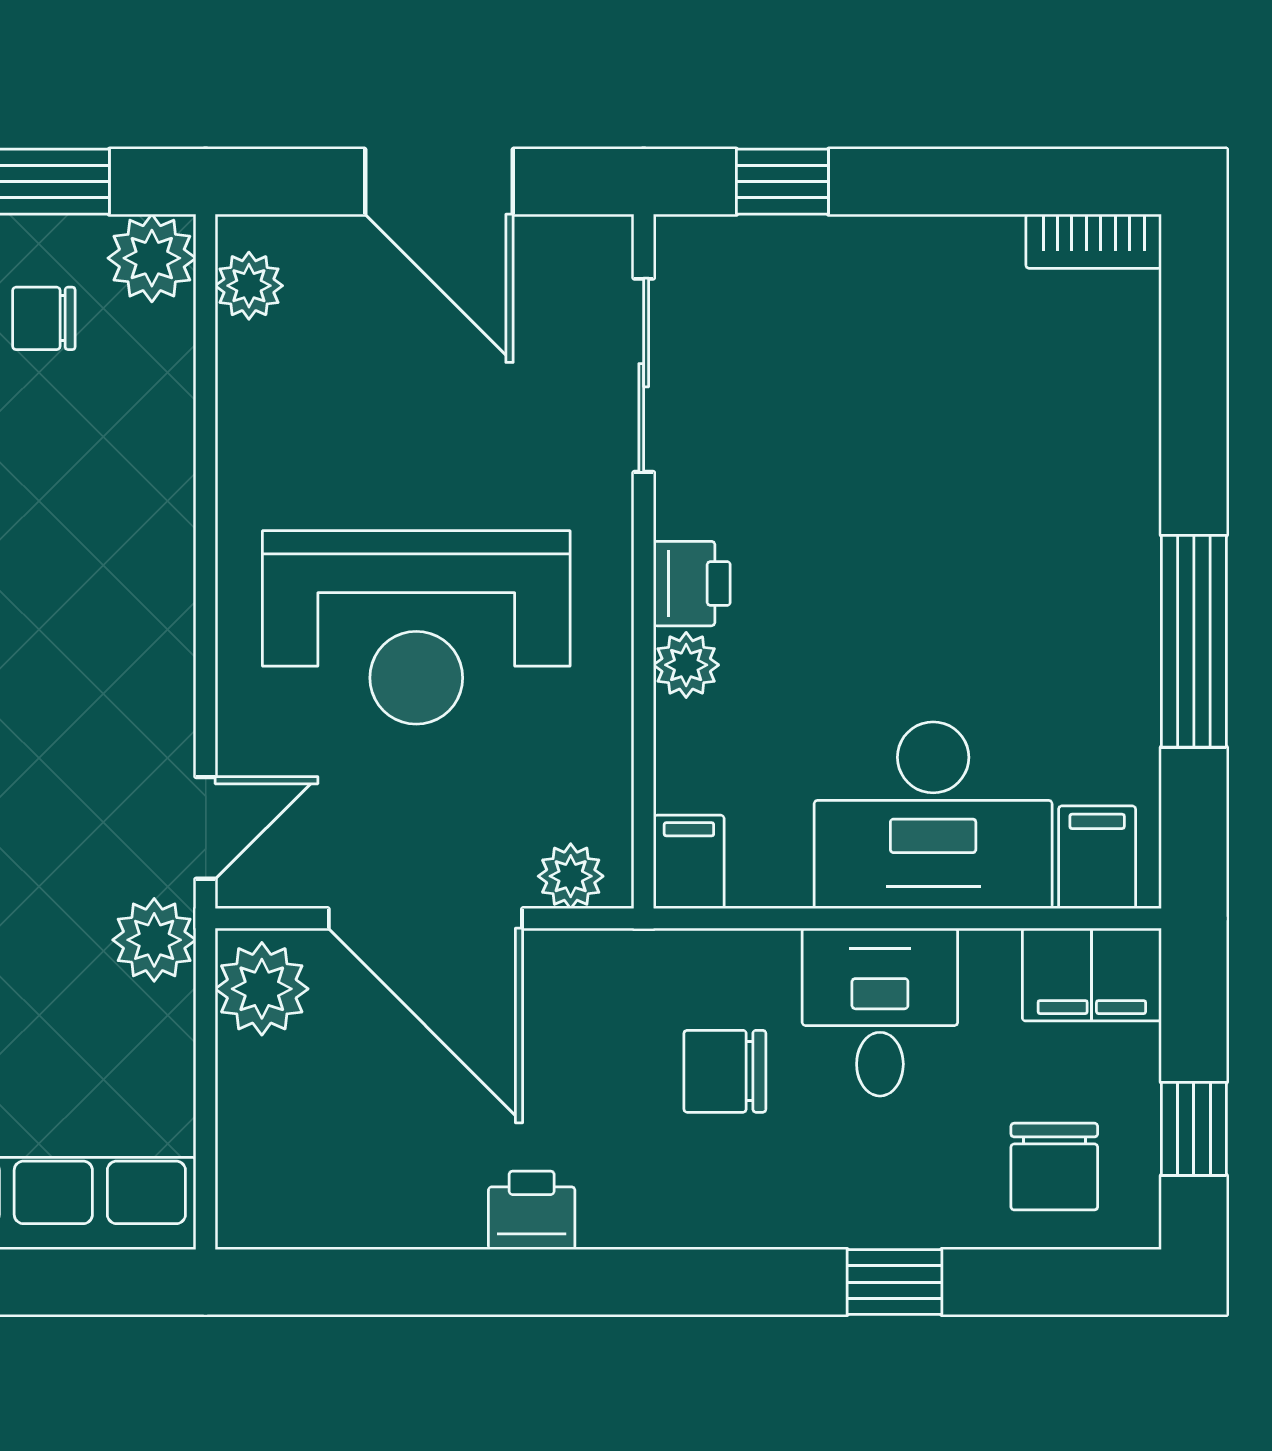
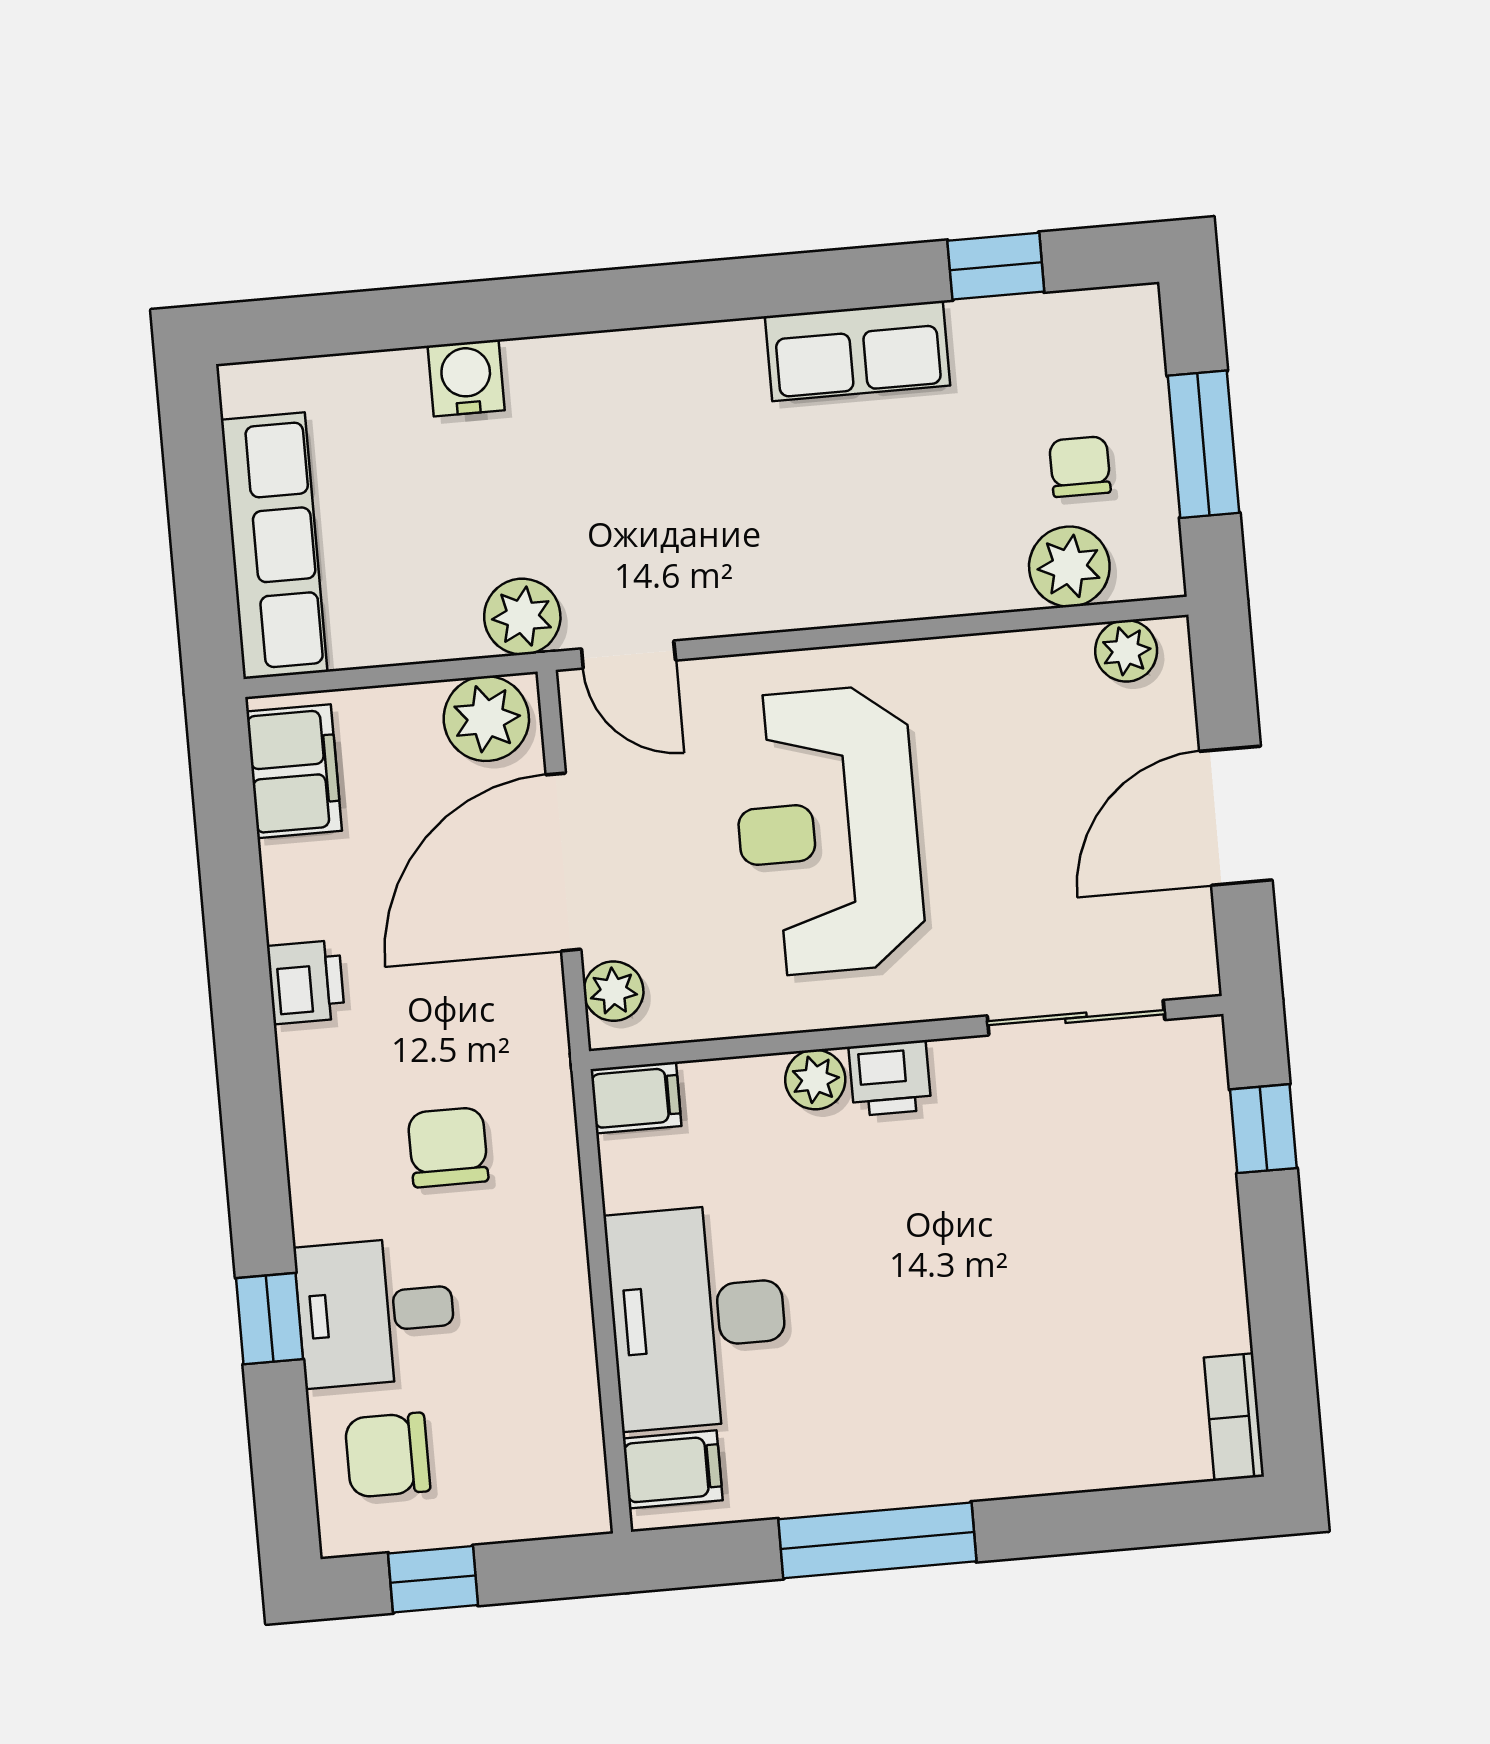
plant: (152, 258) -> (1069, 567), moved
filing cabinet: (1092, 975) -> (294, 771), moved, turned 180
desk: (880, 1012) -> (376, 1312), moved, turned 180

